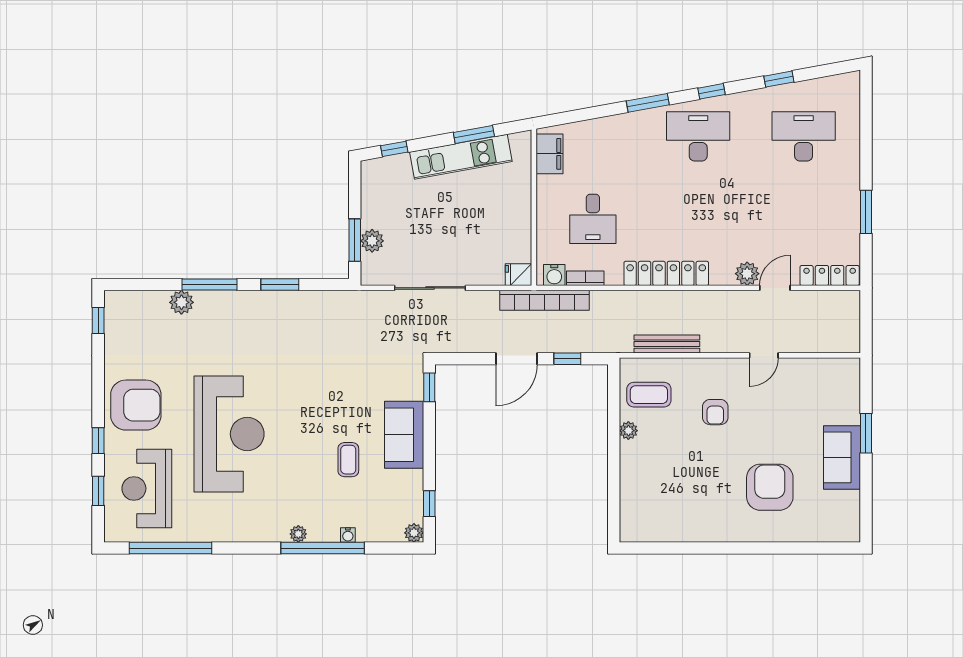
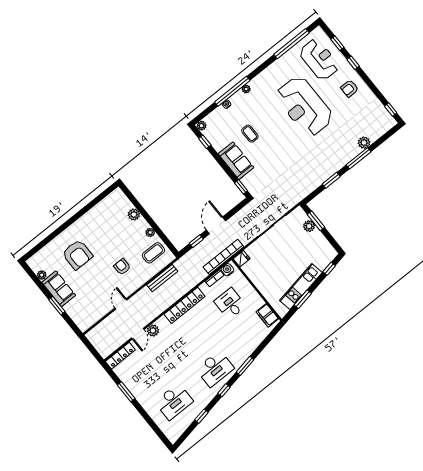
armchair: (136, 405) -> (350, 88), width x0.53, depth x0.53
plant: (631, 479) -> (134, 215), added
plant: (851, 500) -> (42, 275), added

